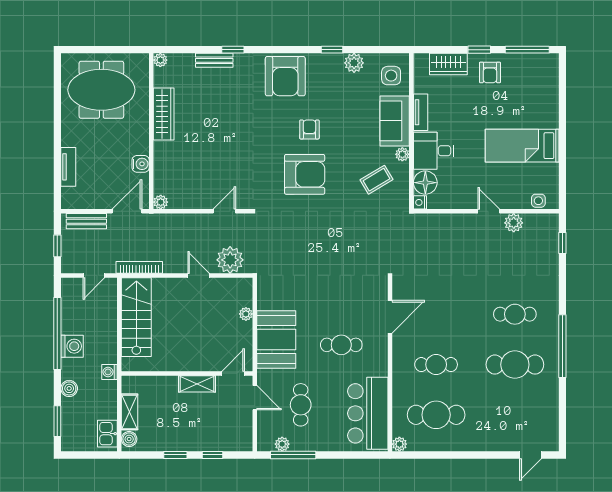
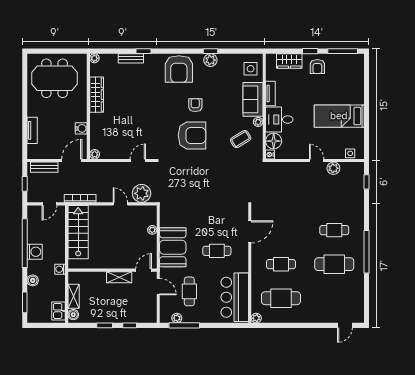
plant: (354, 63) -> (210, 60), moved

